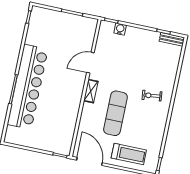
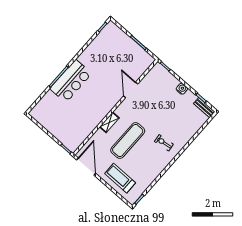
water cooler: (120, 29) -> (182, 89), moved
door: (90, 63) -> (131, 90), hinge flipped
bar counter: (28, 87) -> (71, 81), width x0.54
shelving: (91, 91) -> (109, 122), moved
treadmill: (129, 154) -> (120, 178), turned 180

